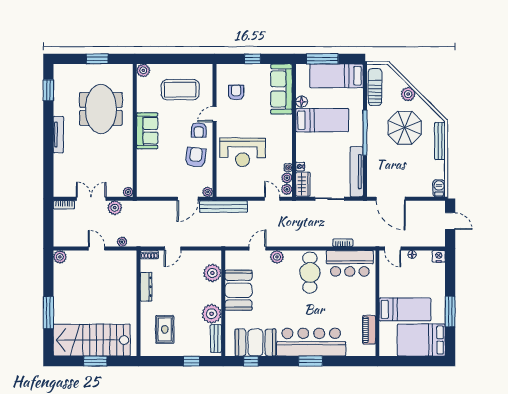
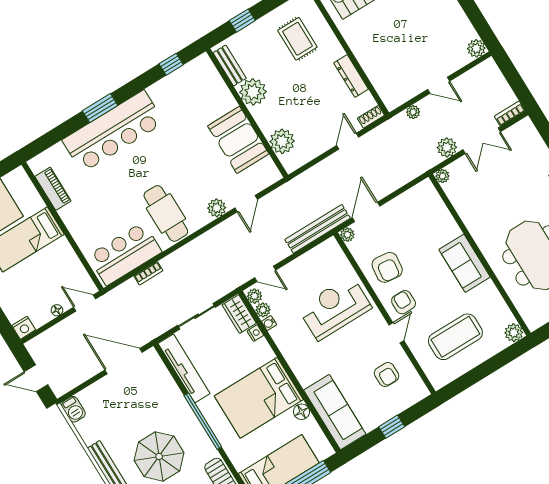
bed: (322, 120) -> (259, 398), width x1.50
booth: (255, 343) -> (179, 90), removed

